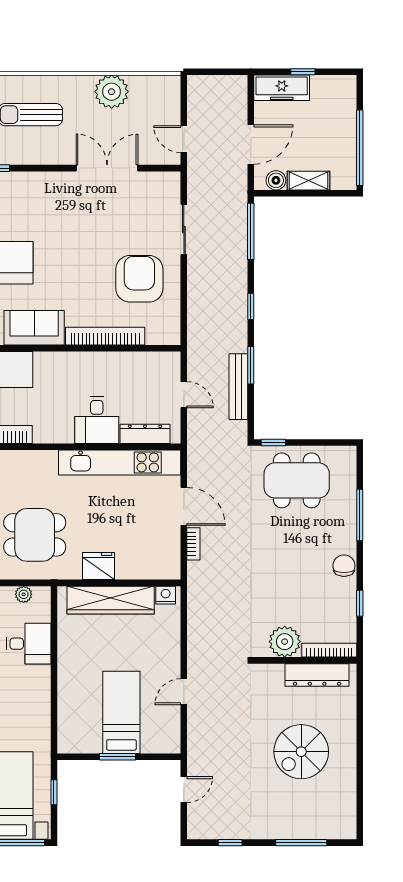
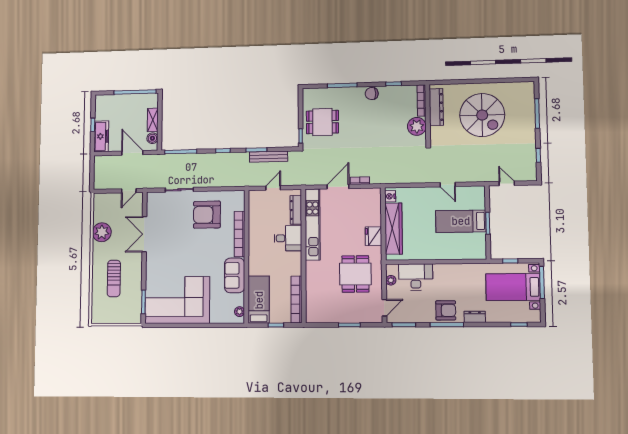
dining table: (297, 480) -> (322, 122), width x0.73
desk: (29, 644) -> (416, 277), width x1.37
spiral stairs: (301, 752) -> (482, 115), width x1.37, depth x1.37

